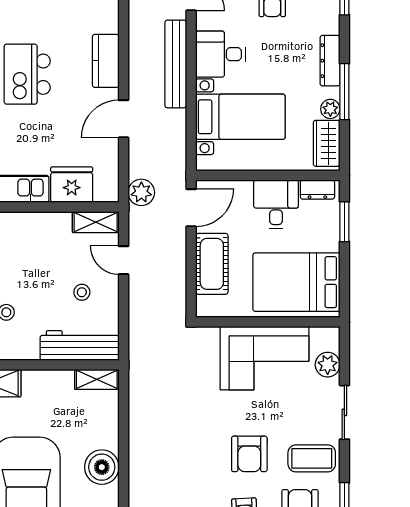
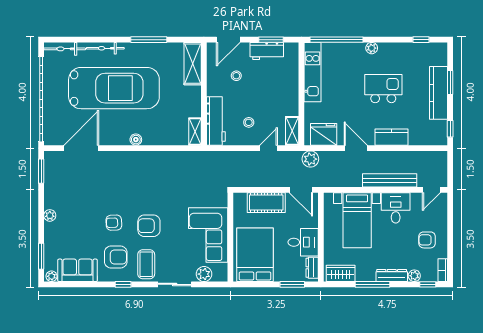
plant: (330, 109) -> (414, 276), moved
fridge: (72, 185) -> (324, 134), moved, turned -90
boiler: (102, 467) -> (136, 140), width x0.54, depth x0.54

